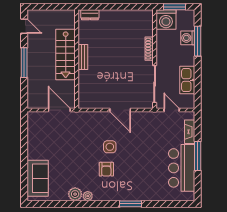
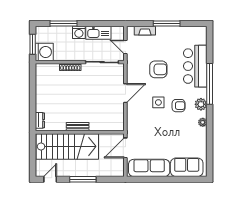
washing machine: (188, 38) -> (79, 32), moved
stairs: (66, 54) -> (67, 146), width x1.36, depth x1.51
door: (172, 110) -> (125, 47), hinge flipped
sofa: (37, 136) -> (149, 168), added
armchair: (147, 147) -> (158, 69), added
bar counter: (182, 168) -> (195, 66), moved, turned 90
plant: (75, 194) -> (201, 104), moved
window: (131, 204) -> (210, 84), width x2.11

